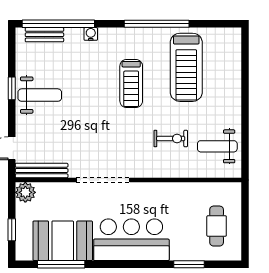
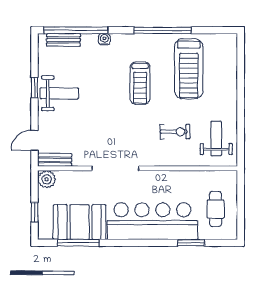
weight bench: (217, 146) -> (216, 139), turned 90
bench: (42, 171) -> (55, 160), width x0.73
bar counter: (131, 240) -> (152, 221), width x1.36

